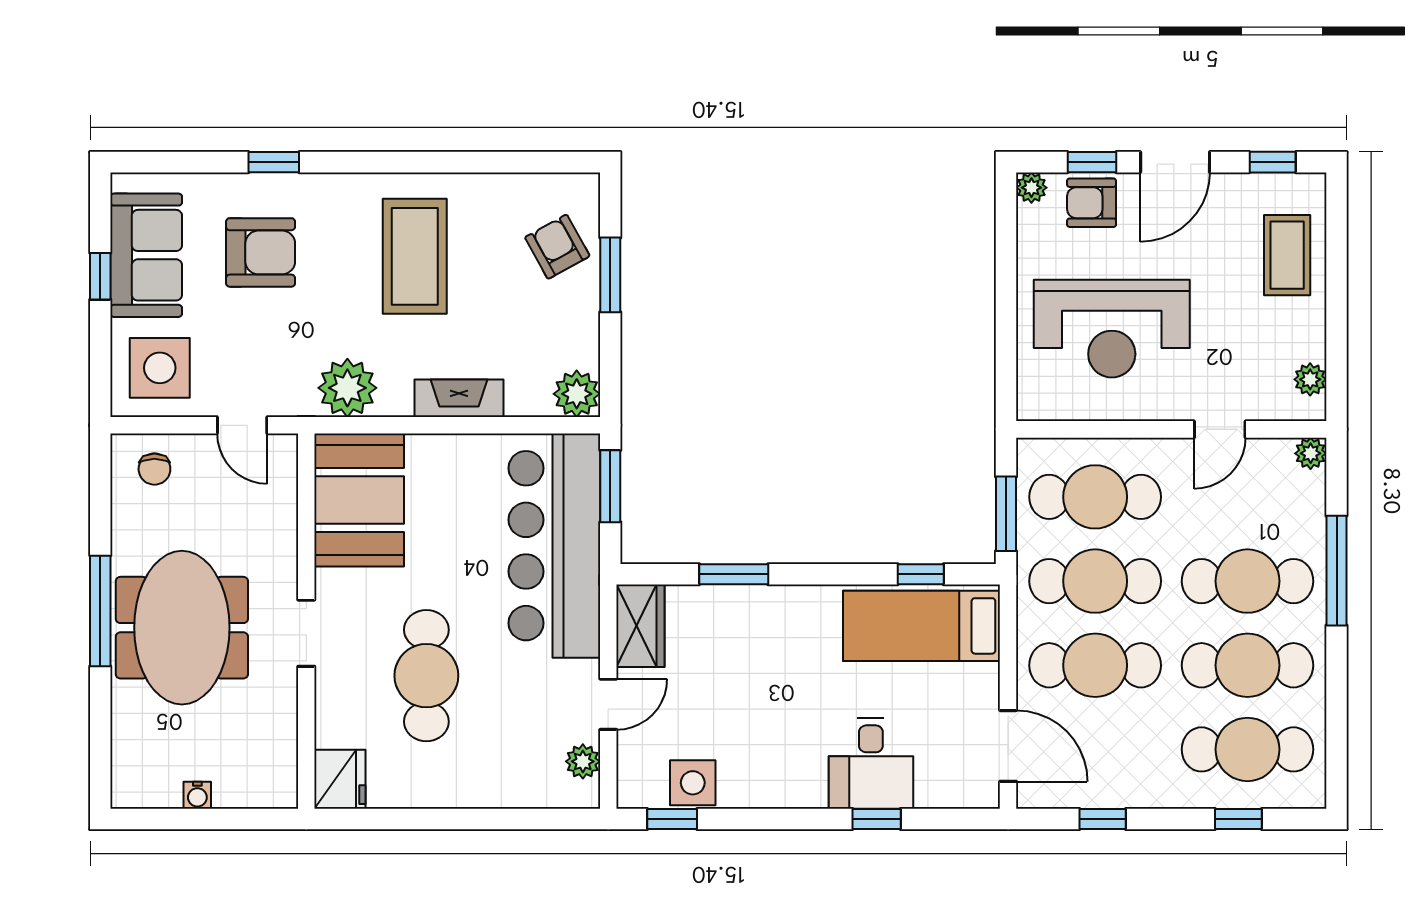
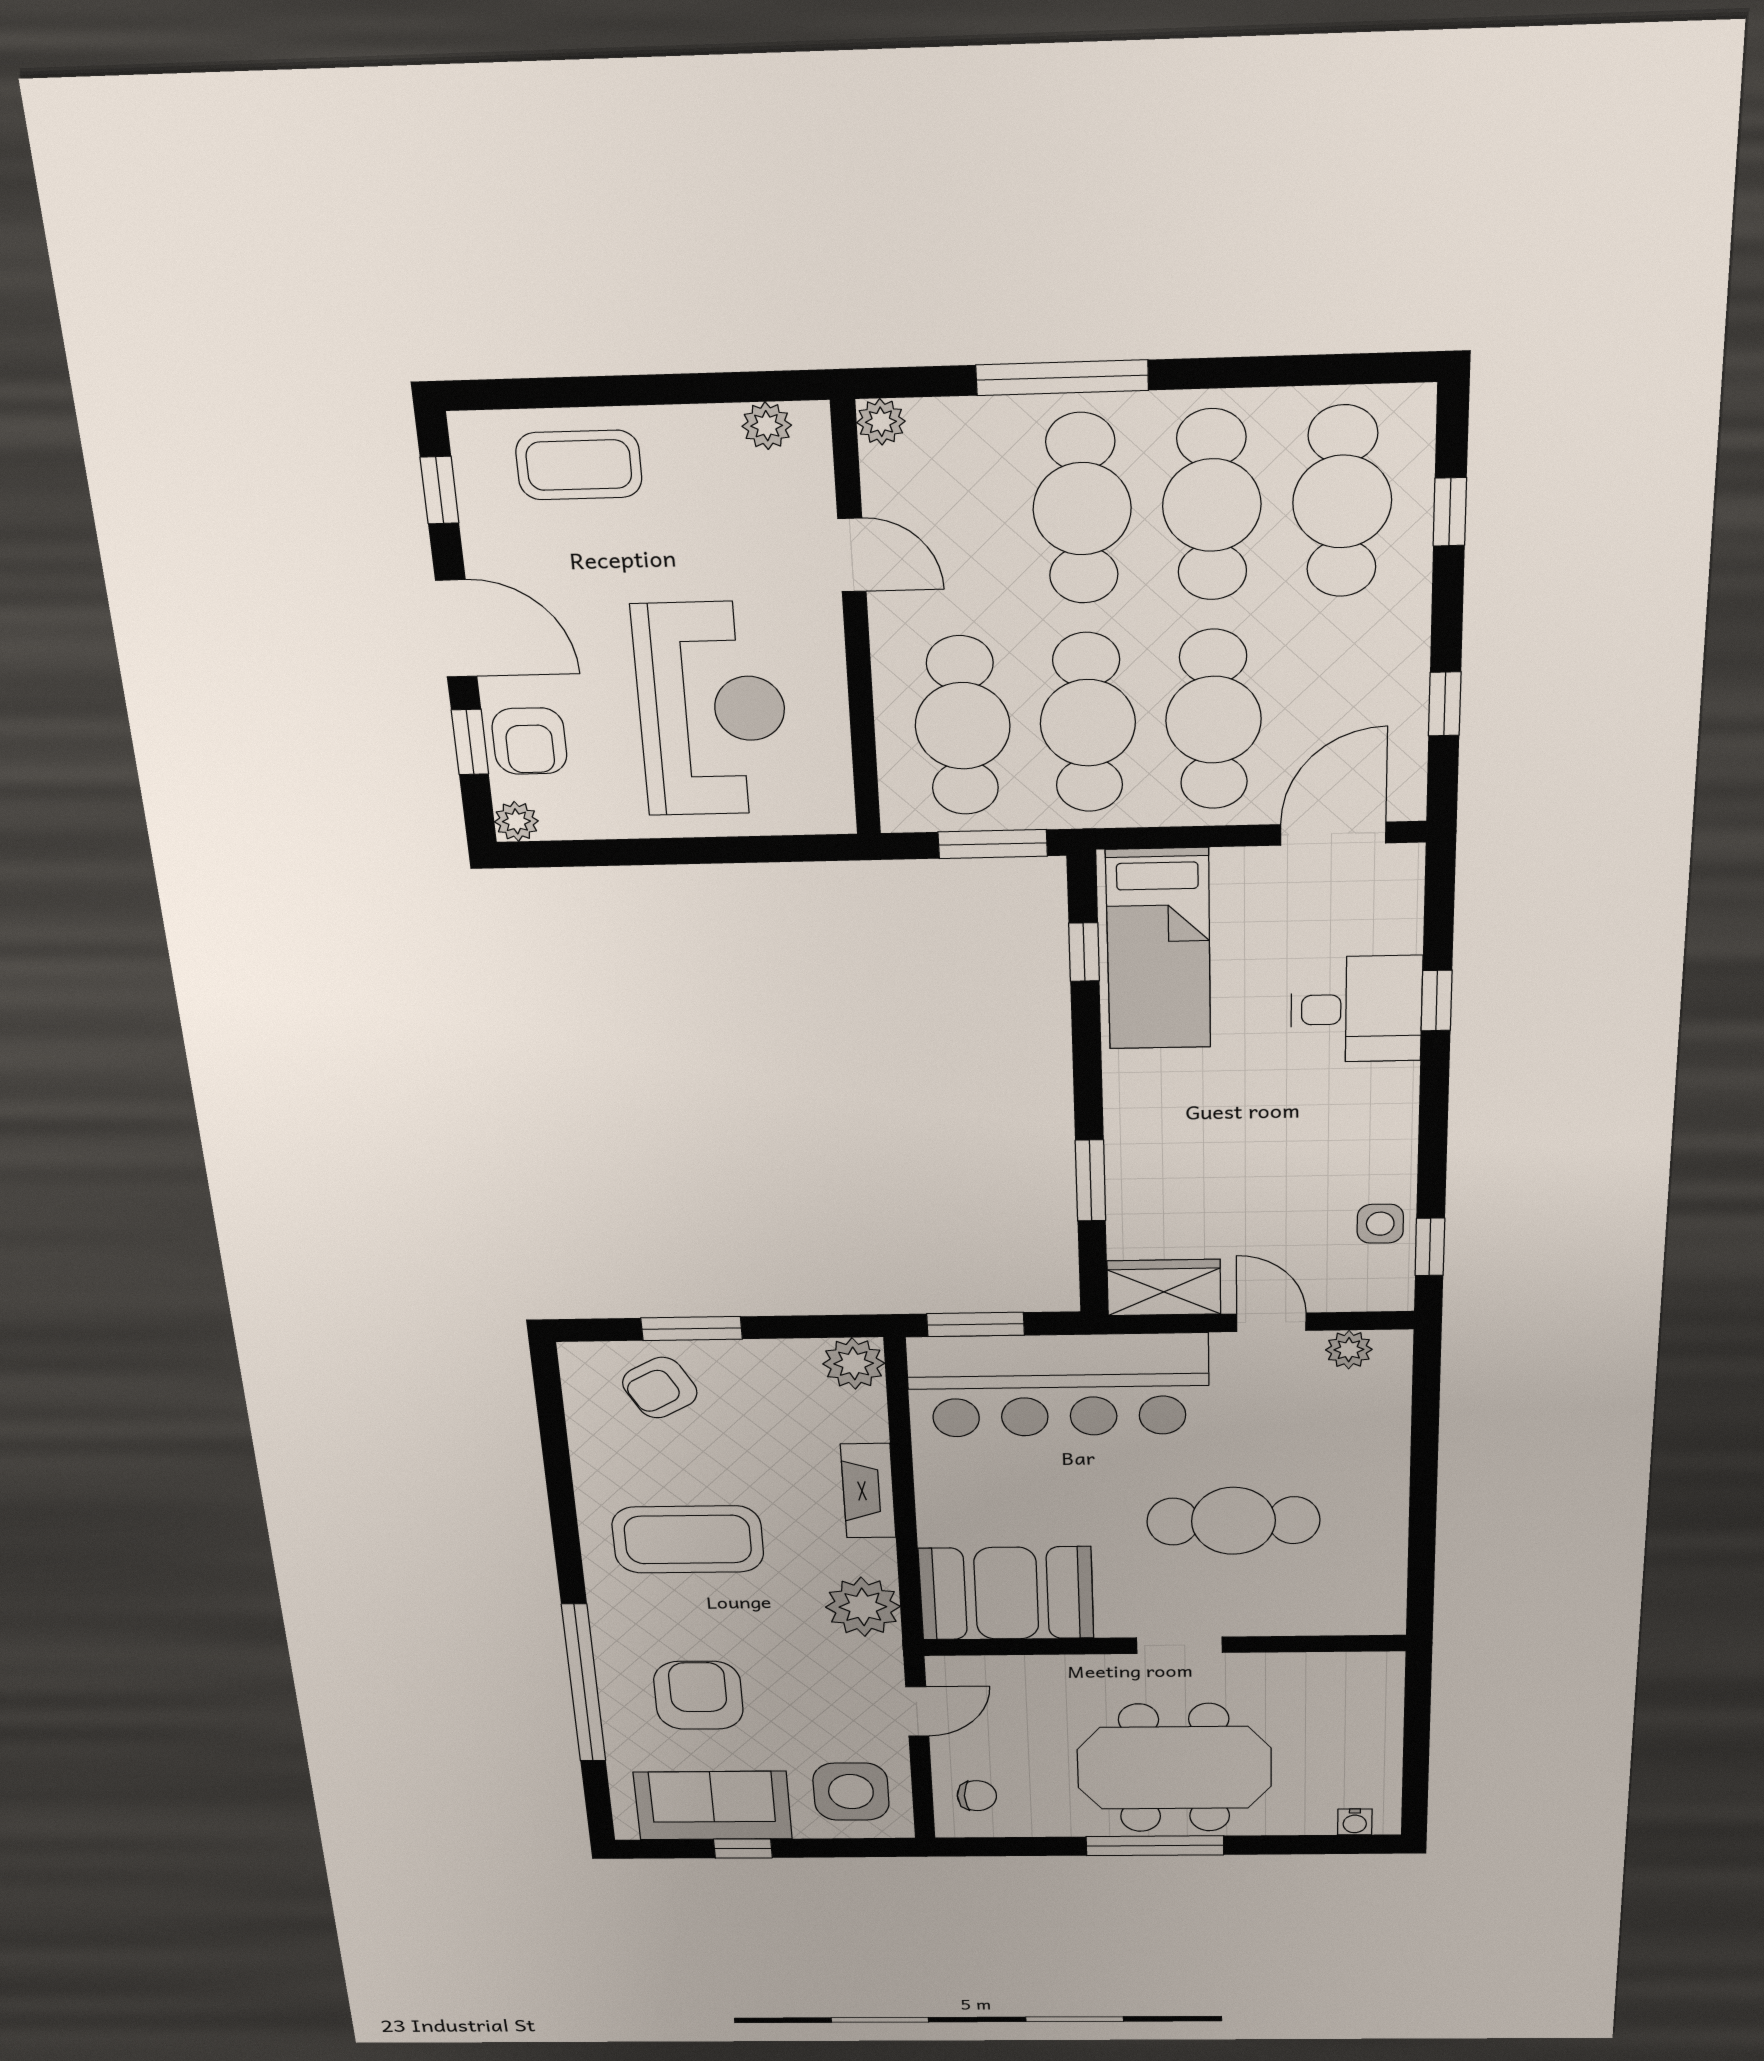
window: (274, 162) -> (584, 1683), width x3.17
fridge: (340, 779) -> (1368, 1609), removed
side table: (693, 783) -> (1380, 1224), width x0.73, depth x0.73
water cooler: (197, 795) -> (1355, 1822), moved, turned 90

